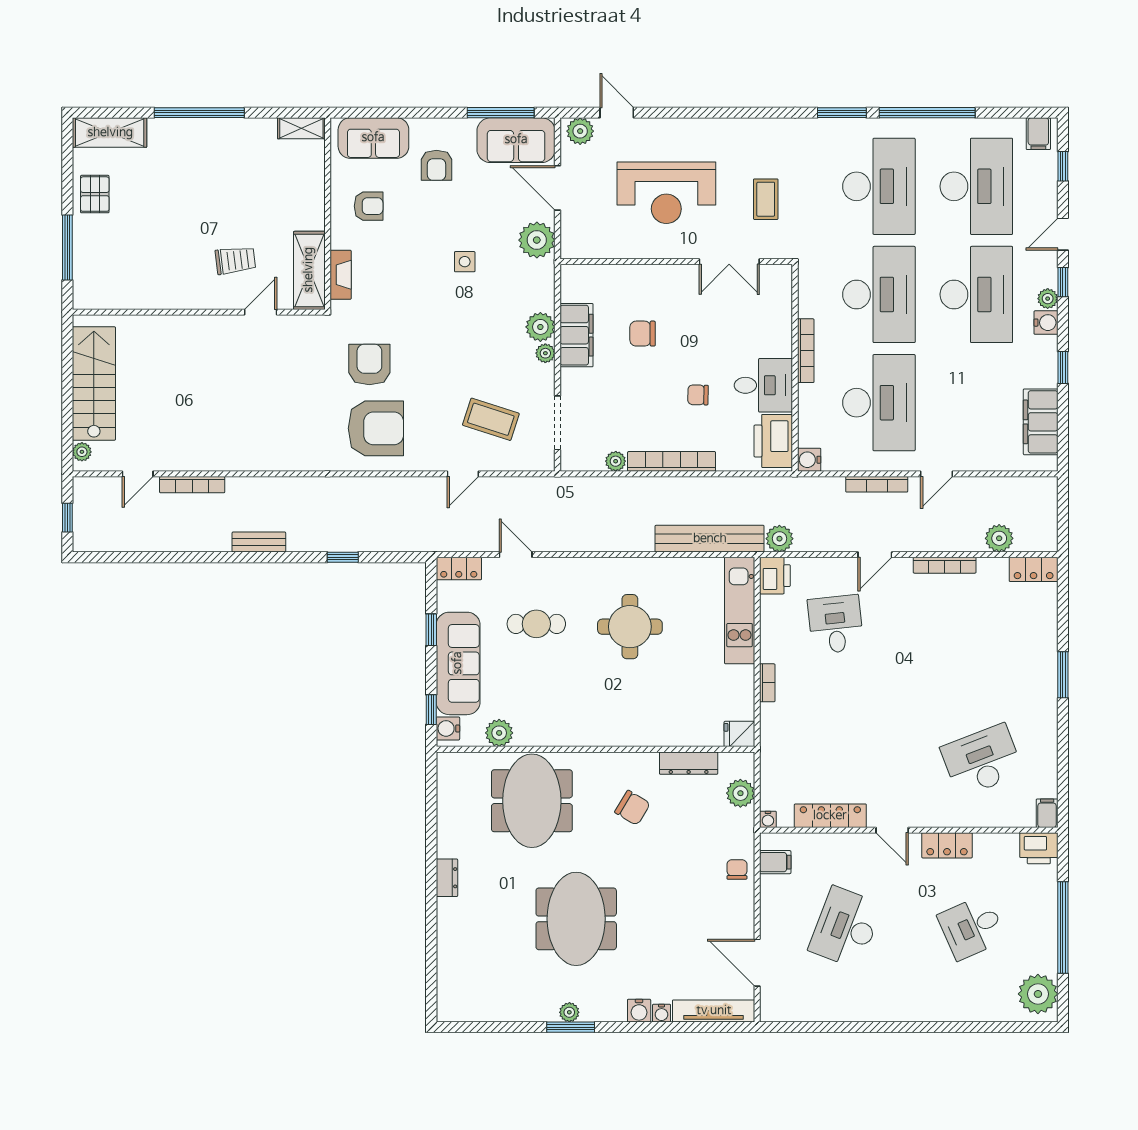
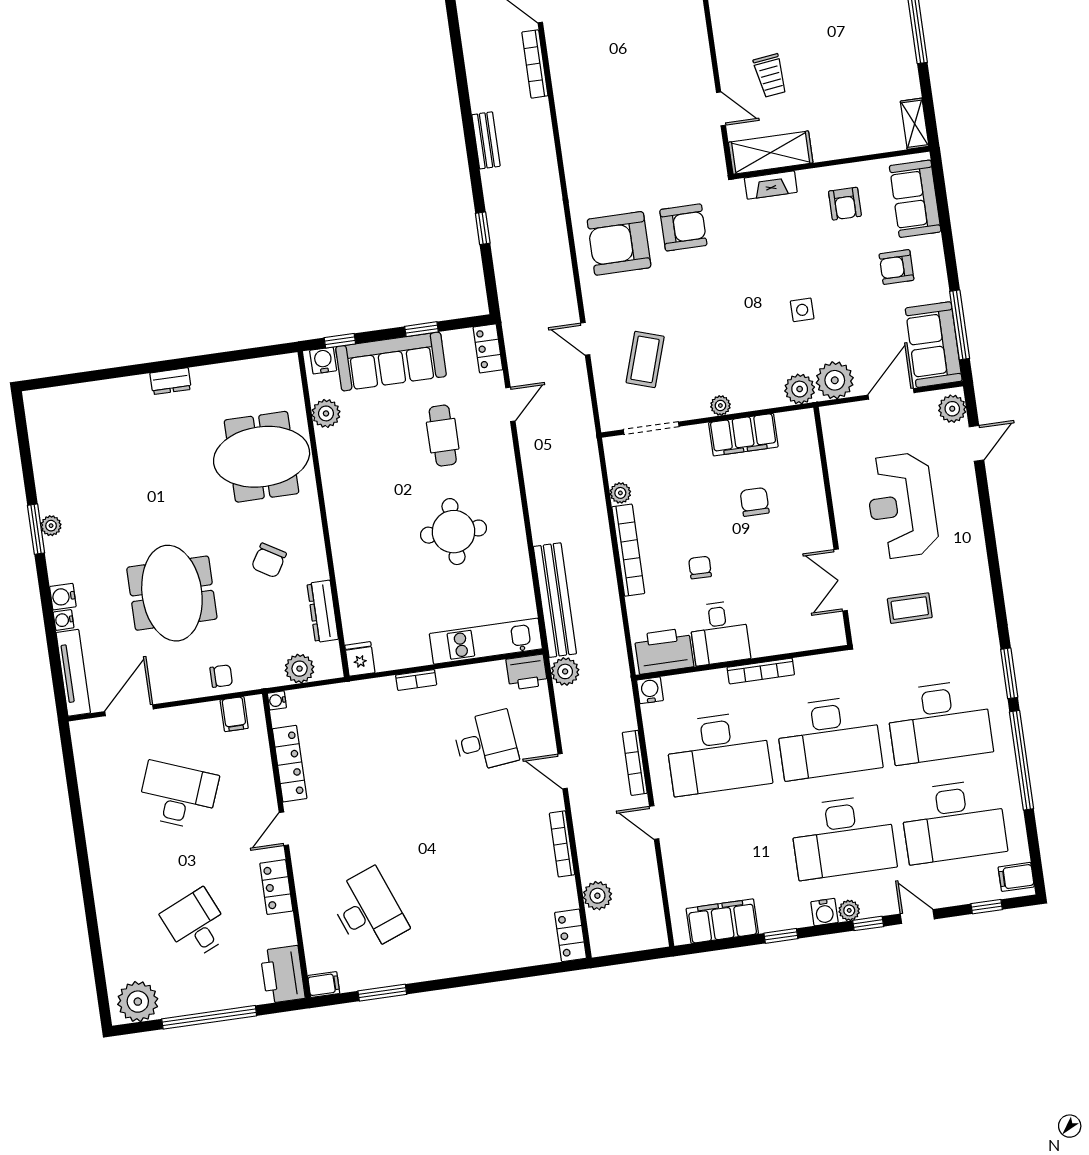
plant: (540, 327) -> (800, 389), moved
armchair: (376, 428) -> (619, 243), turned 90
window: (1063, 675) -> (382, 993), moved
printer: (1039, 848) -> (283, 974), width x1.37, depth x1.19
meeting table: (576, 919) -> (172, 593), moved, turned 90

